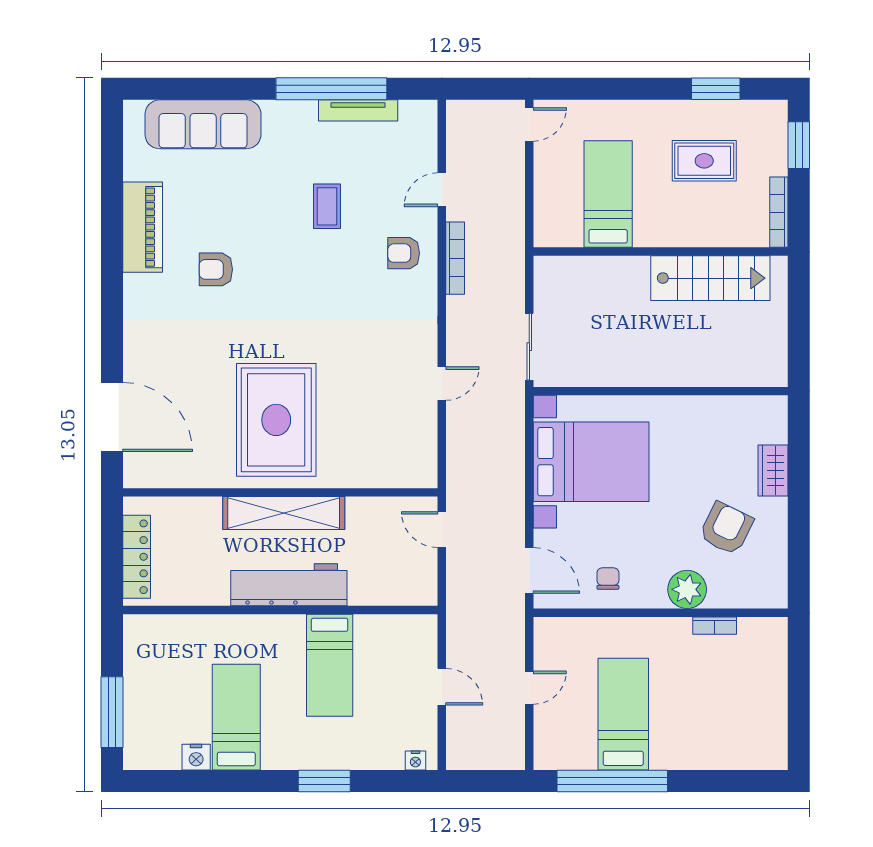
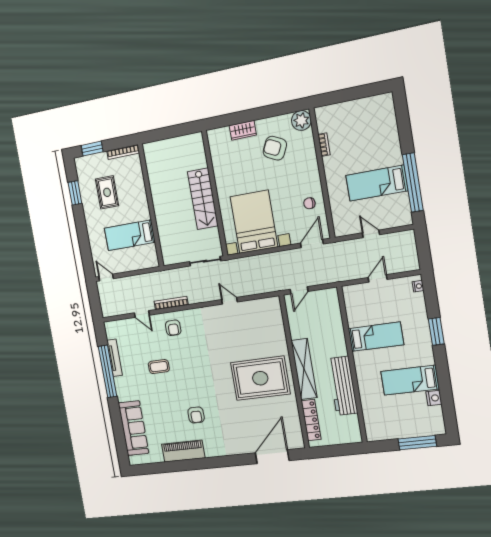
stairs: (710, 278) -> (203, 199), moved, turned 180
locker: (137, 557) -> (311, 420), moved, turned 90
workbench: (289, 585) -> (343, 386), moved
plant: (687, 589) -> (301, 120), moved

